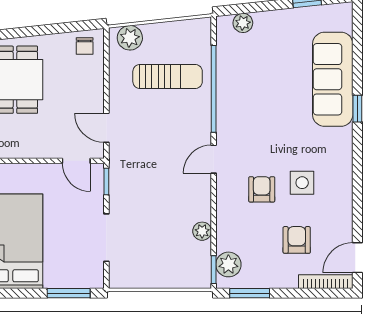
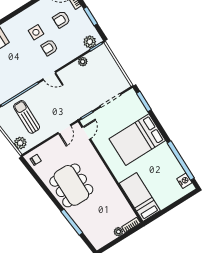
window: (250, 293) -> (91, 16), moved

